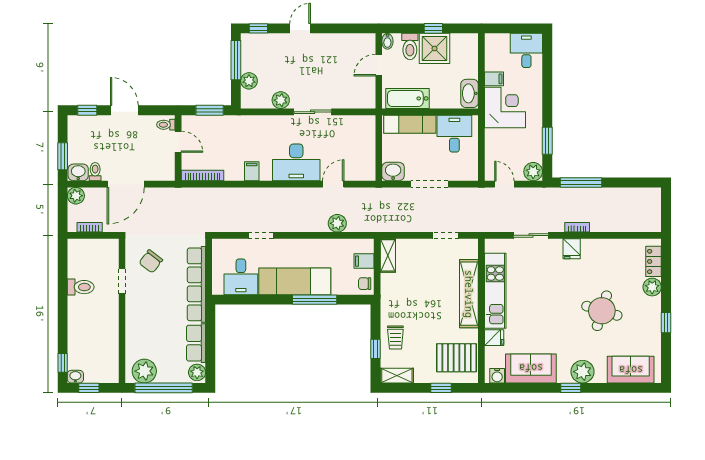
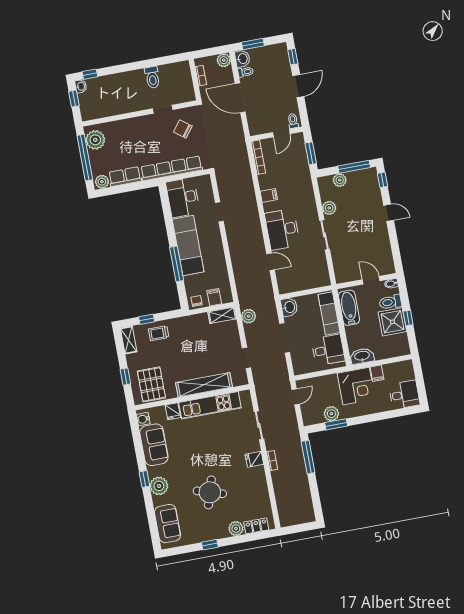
plant: (533, 172) -> (331, 414), moved
plant: (337, 223) -> (249, 316), moved
desk: (241, 277) -> (183, 197), width x1.37

